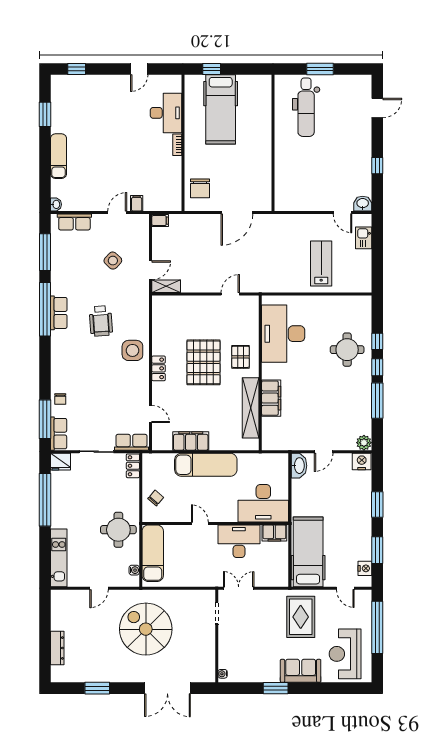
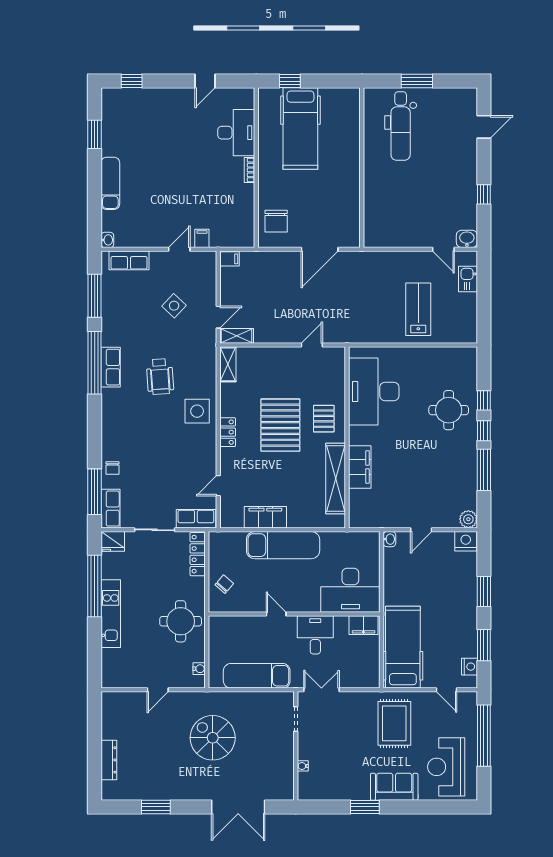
shelving: (159, 311) -> (228, 364), added
door: (151, 414) -> (218, 486), swing flipped
locker: (133, 466) -> (198, 554), width x1.53
washbasin: (299, 466) -> (389, 539), width x0.52, depth x0.69
desk: (239, 541) -> (315, 635), width x0.73
exam couch: (153, 553) -> (257, 676), moved, turned -90
kitchen unit: (59, 558) -> (111, 614), moved
spiral stairs: (146, 629) -> (213, 738), width x0.73, depth x0.73
water cooler: (223, 674) -> (303, 766), moved

